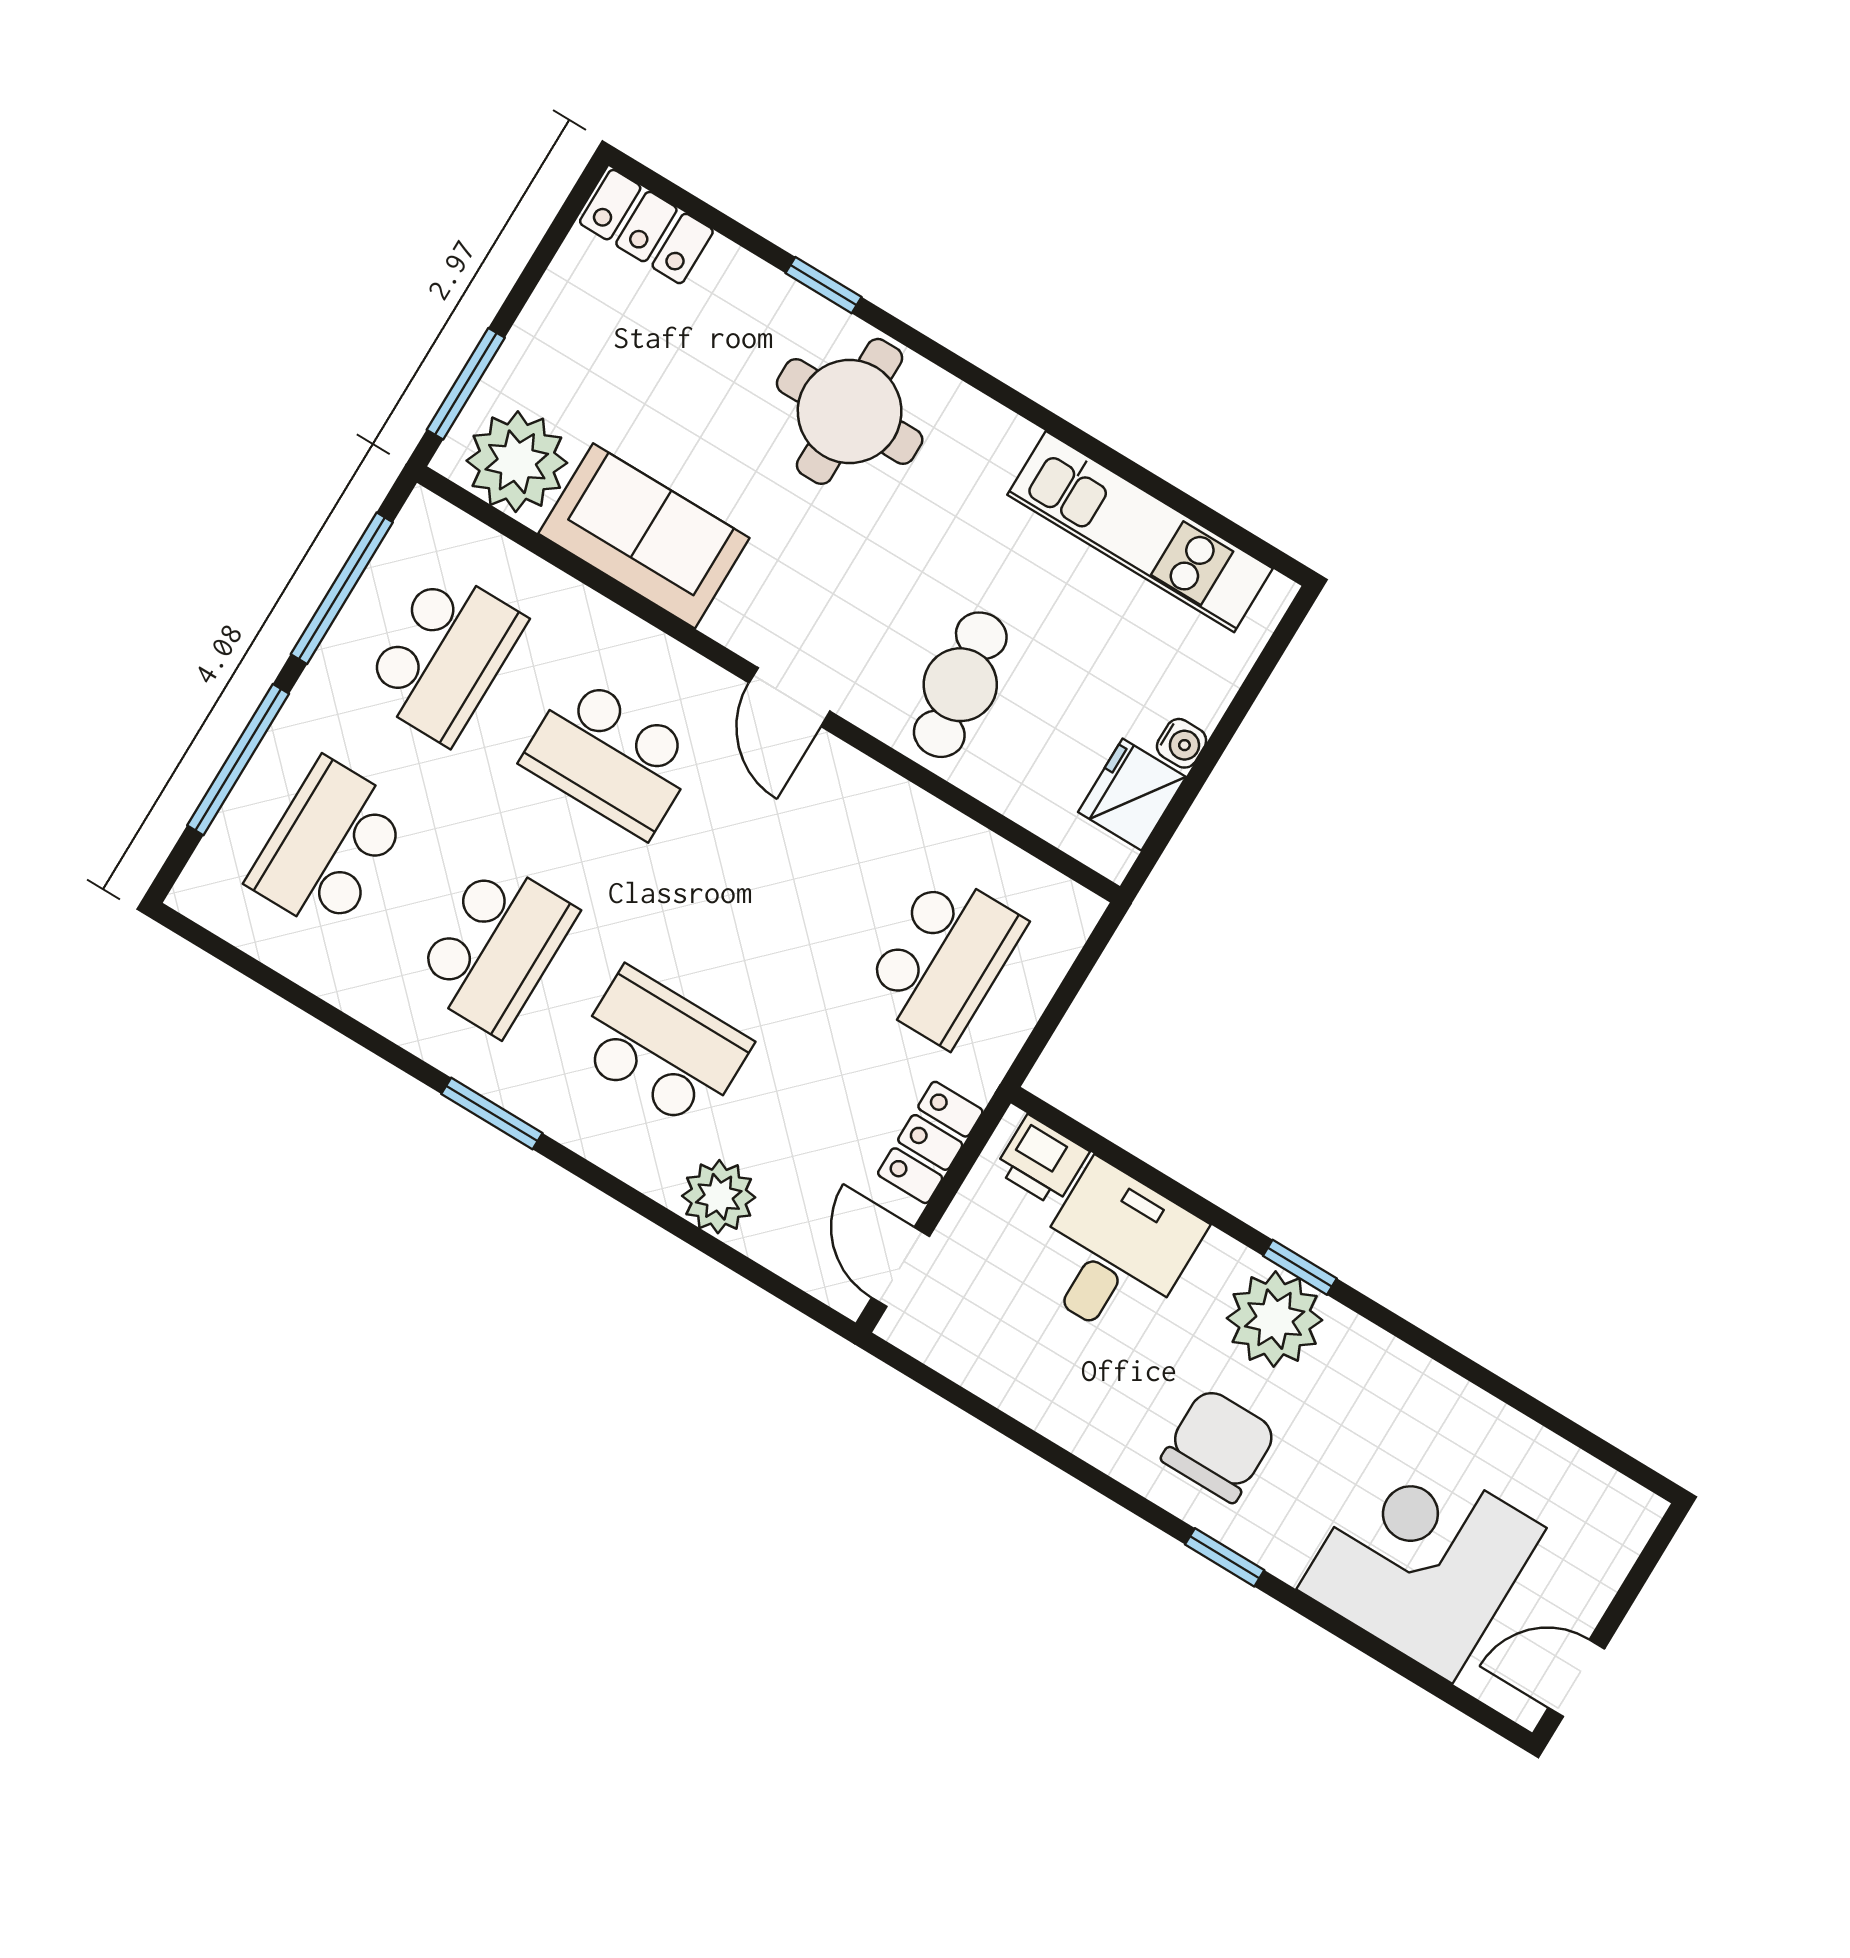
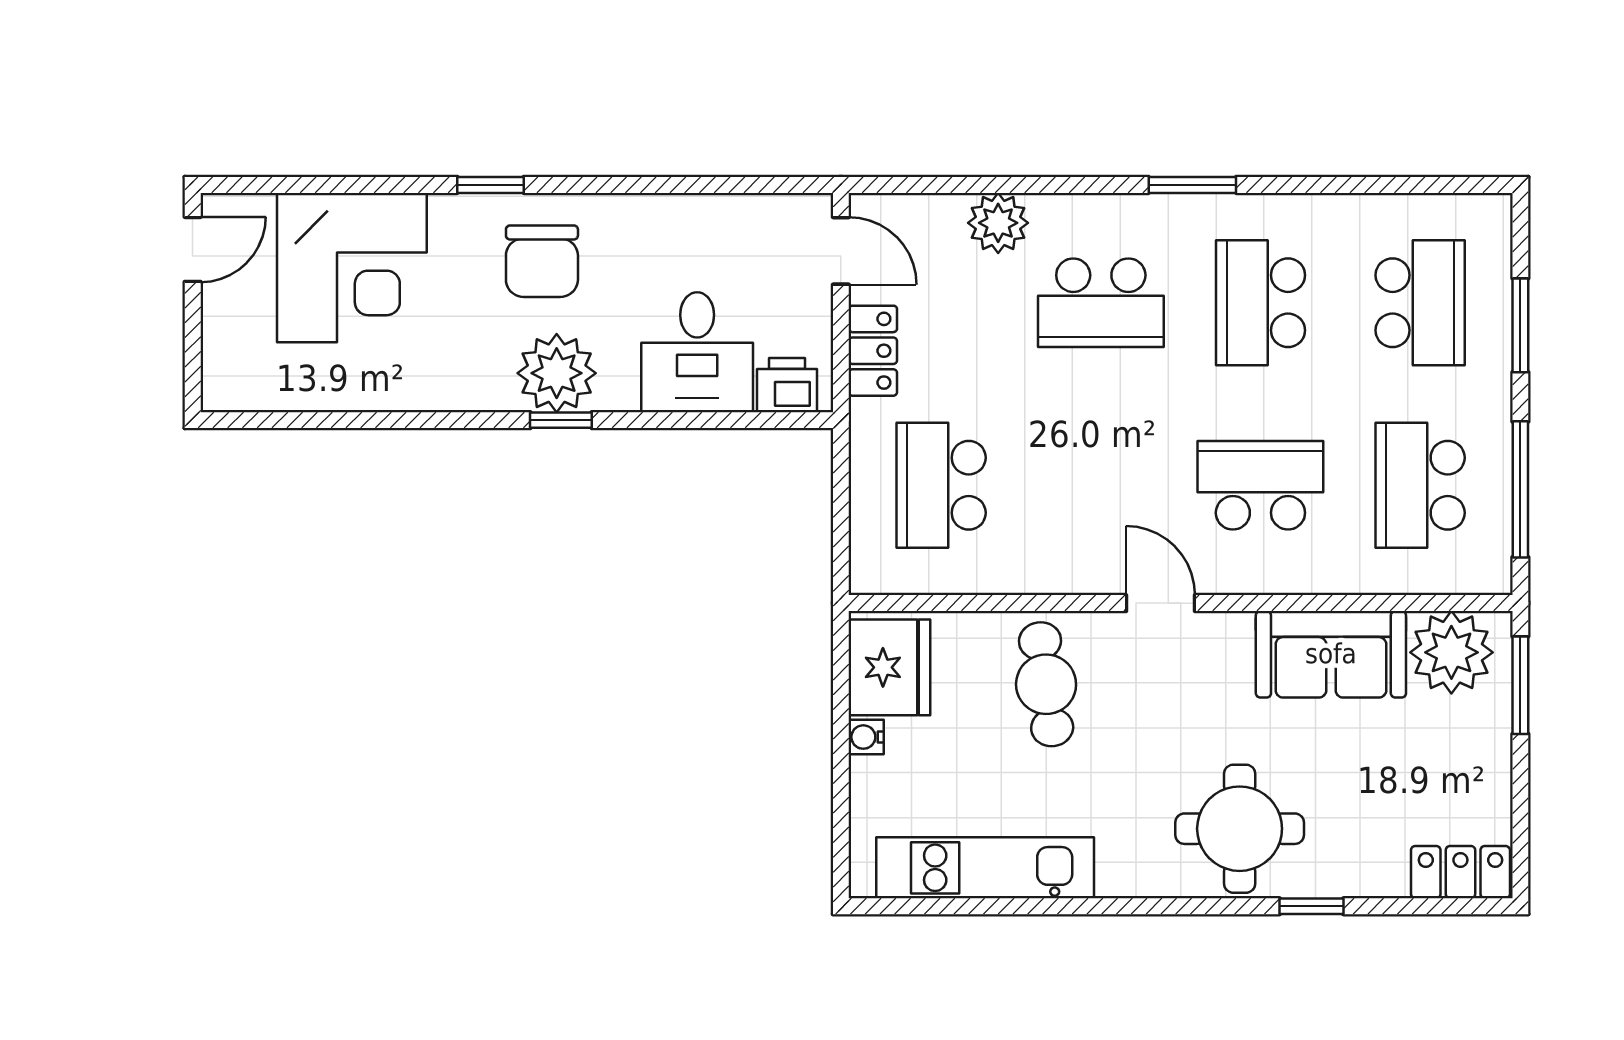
window: (238, 760) -> (1520, 325), width x0.69
fridge: (1132, 795) -> (889, 667), width x1.36, depth x1.34

